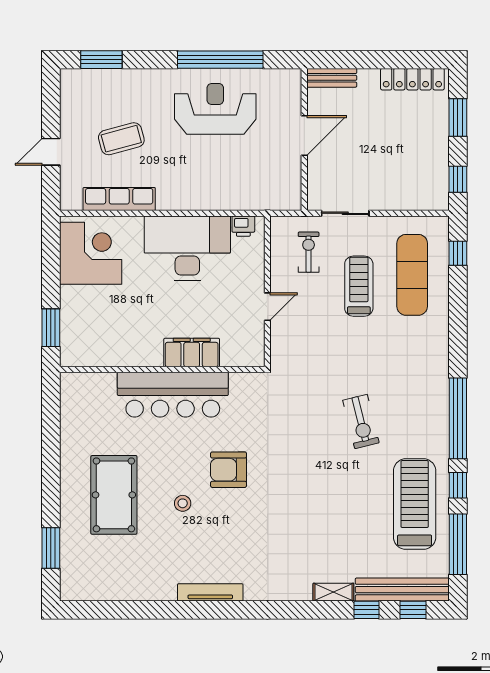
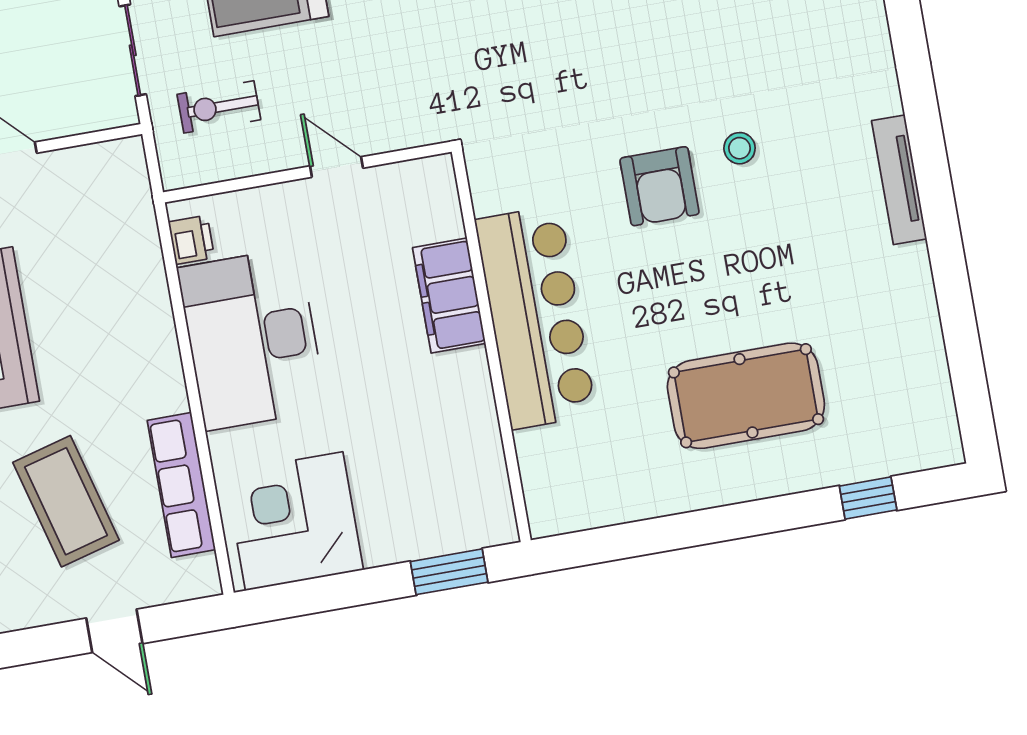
coffee table: (121, 139) -> (66, 501), width x1.36, depth x1.32
stool: (183, 503) -> (740, 148), moved
window: (51, 548) -> (868, 498), width x0.67

